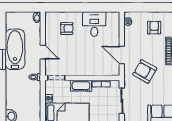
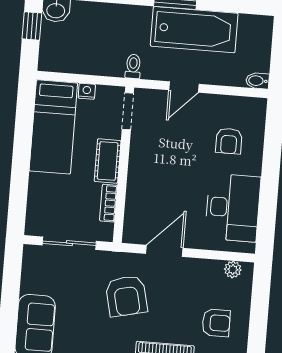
desk: (94, 24) -> (233, 208), width x1.37
armchair: (145, 71) -> (126, 296), turned 137

